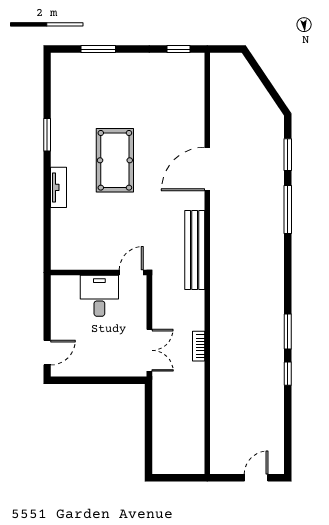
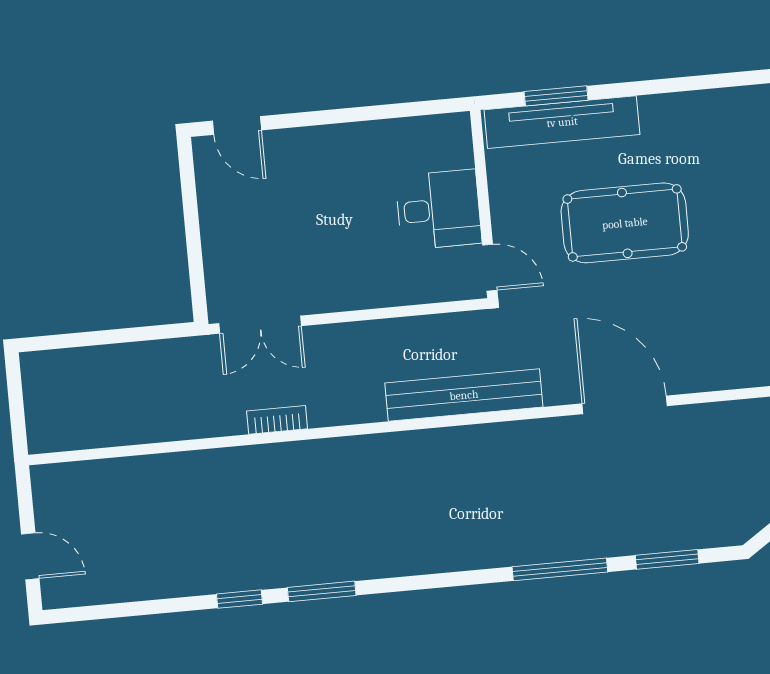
window: (47, 135) -> (556, 96), moved
tv unit: (59, 187) -> (562, 122), width x1.92, depth x1.29
wall: (99, 273) -> (484, 204), moved
door: (131, 273) -> (490, 268), moved
desk: (99, 296) -> (439, 210), moved

